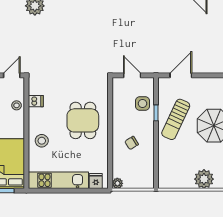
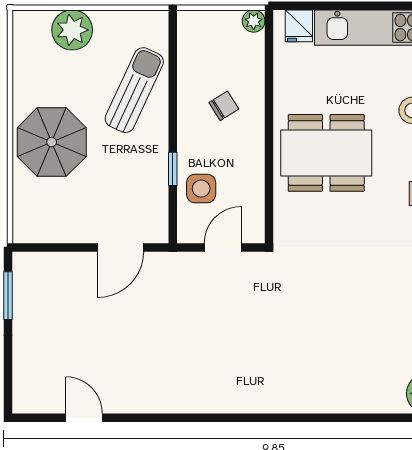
door: (132, 75) -> (223, 247), swing flipped
sun lounger: (176, 119) -> (134, 90), moved
dining table: (83, 120) -> (326, 153), width x1.38

